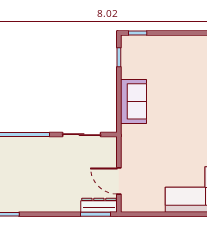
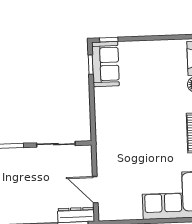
sofa: (134, 101) -> (106, 64), moved

